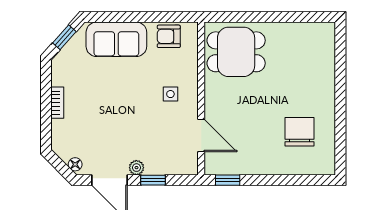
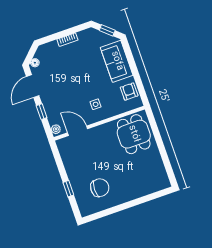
door: (201, 135) -> (78, 131), swing flipped
plant: (136, 168) -> (56, 129), moved
window: (228, 180) -> (68, 189), moved

